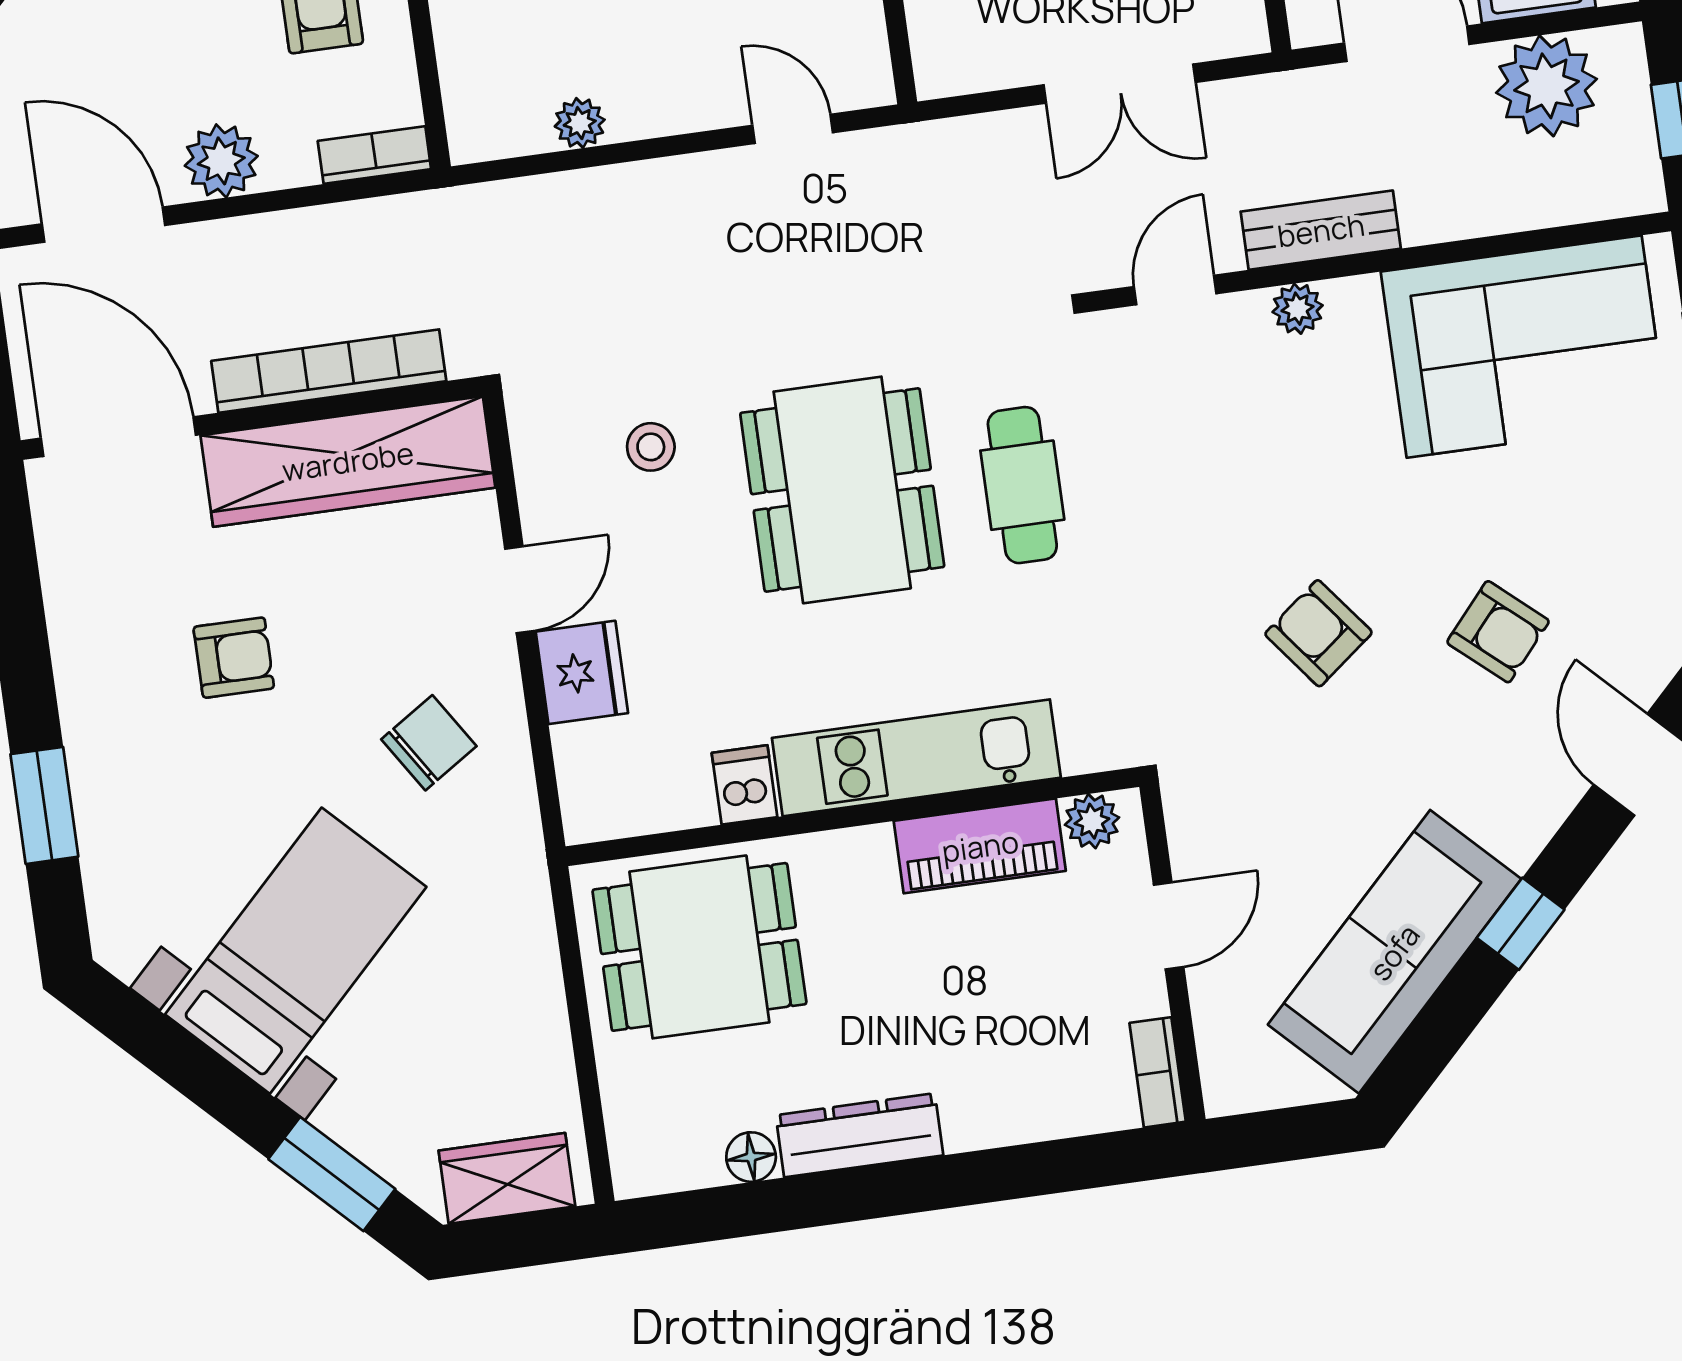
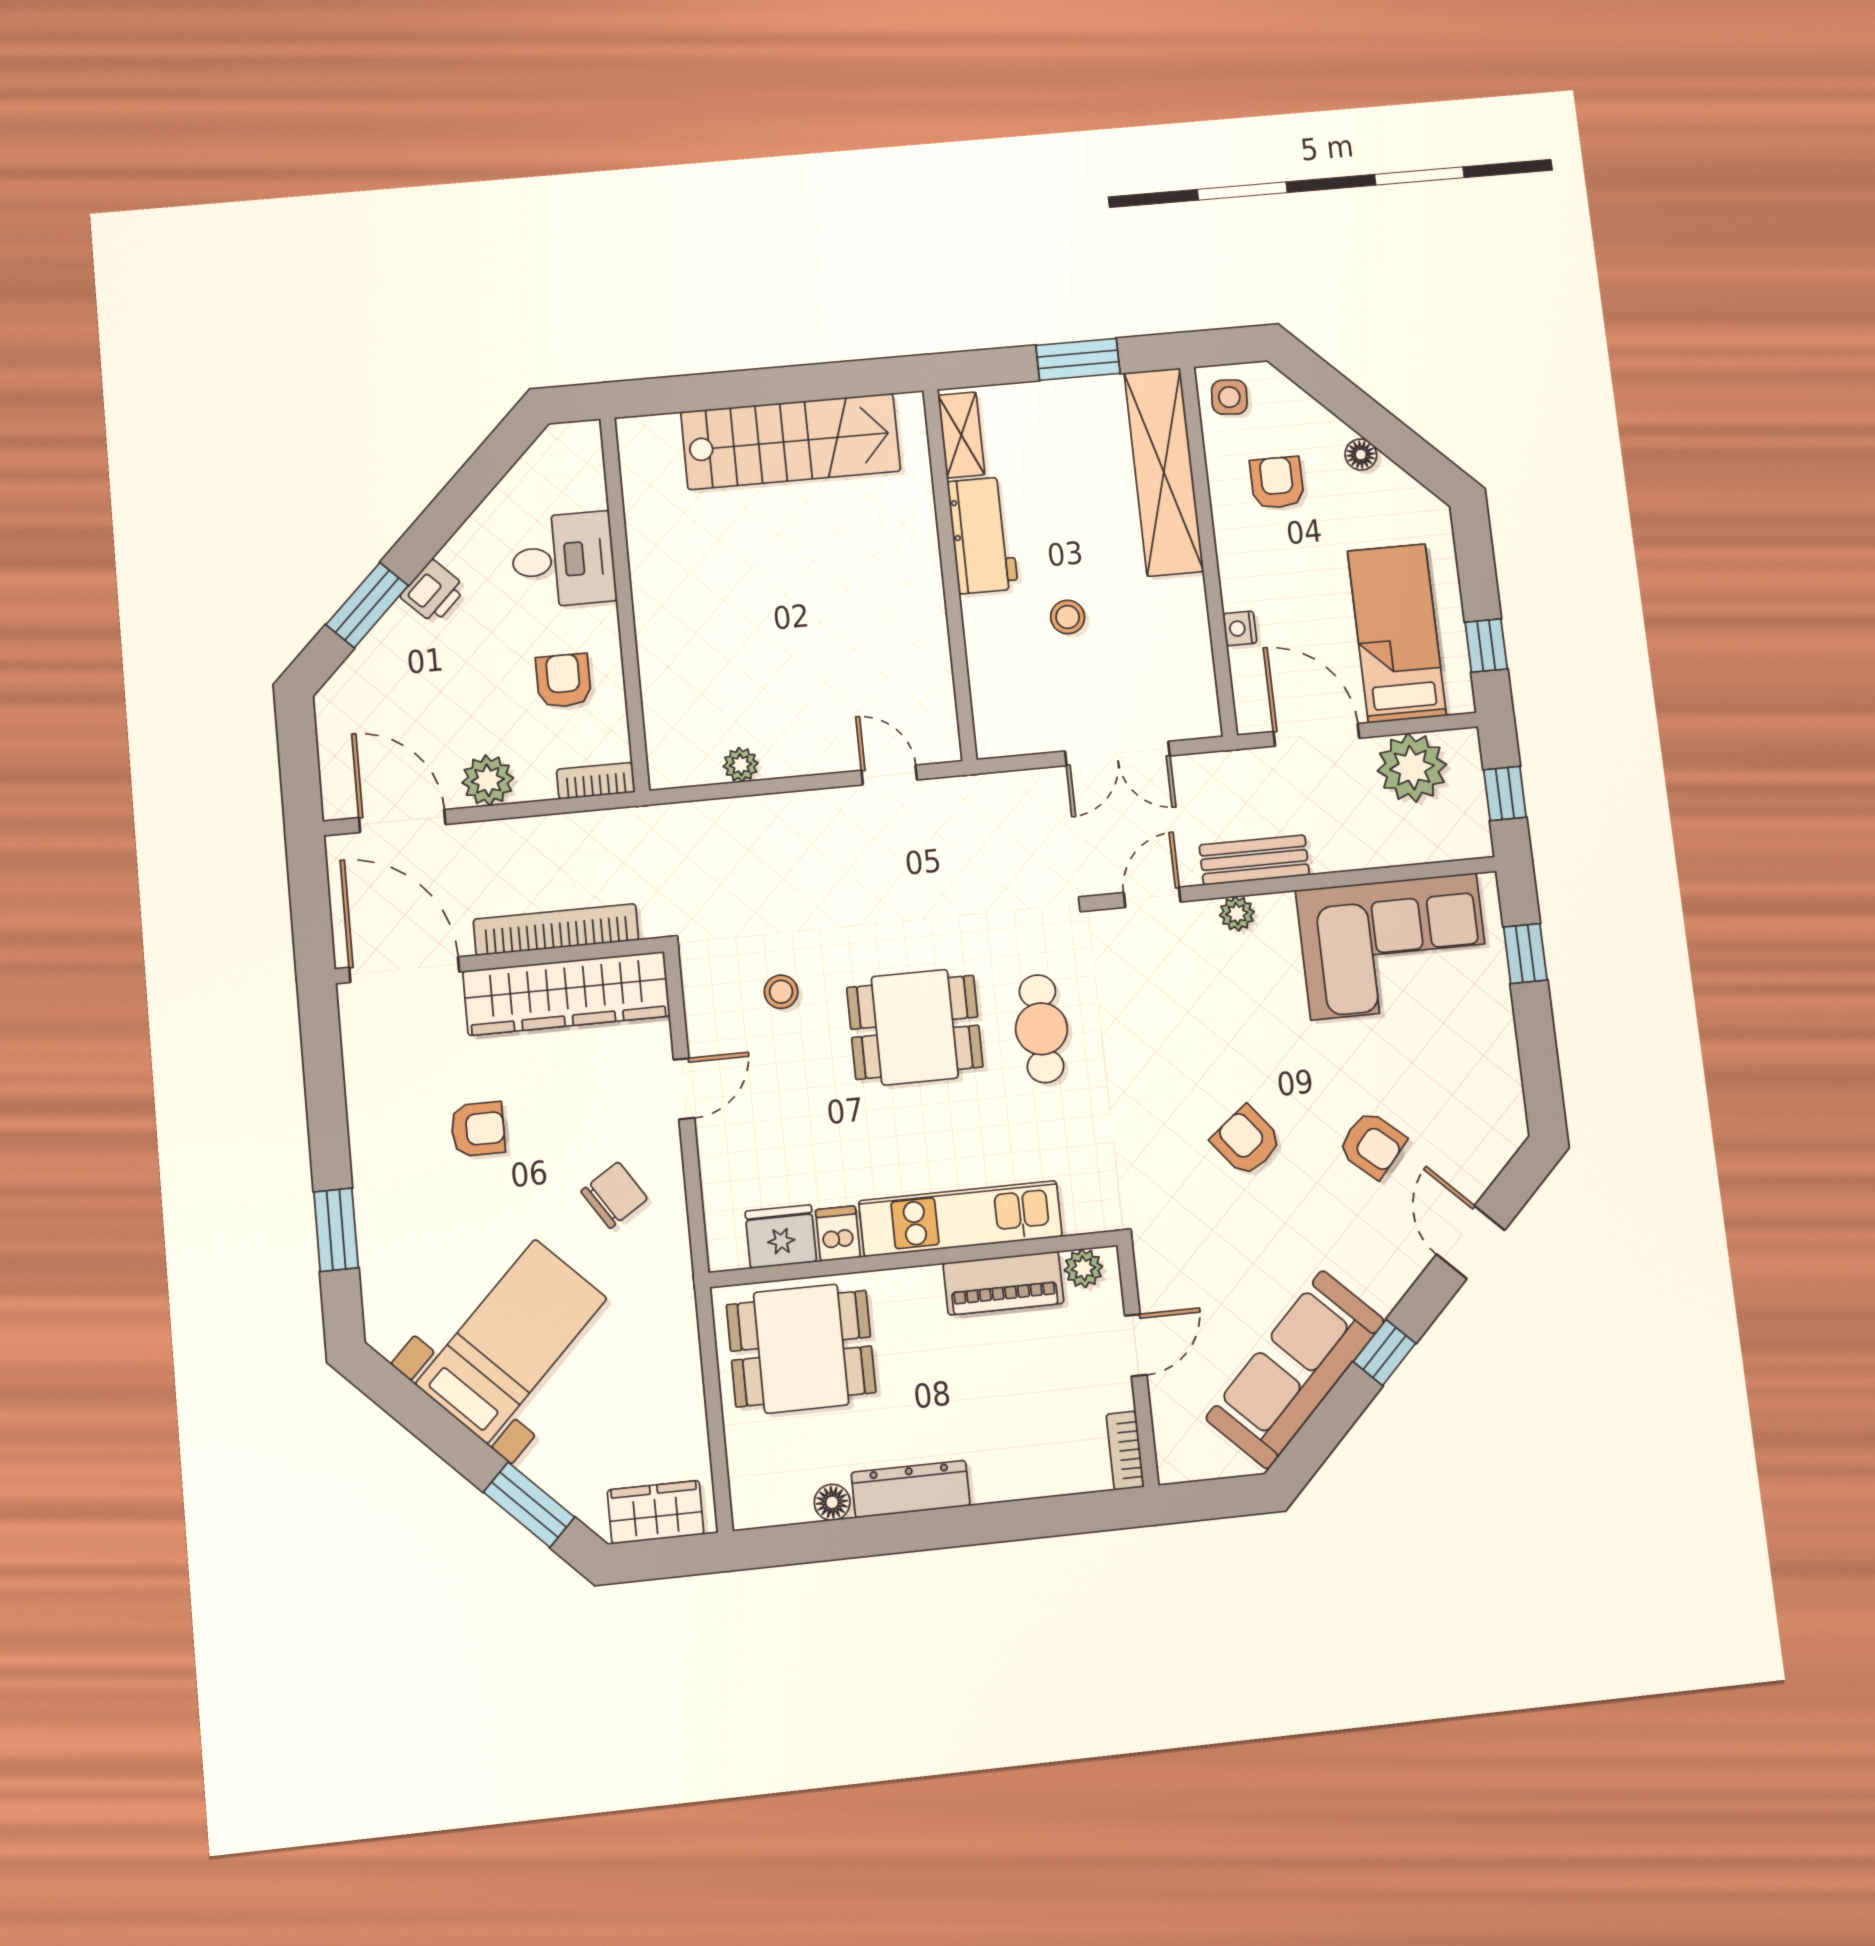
dining table: (842, 490) -> (915, 1027), width x0.73
fridge: (582, 672) -> (781, 1236), moved, turned -90

